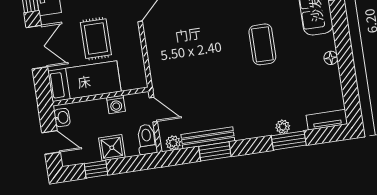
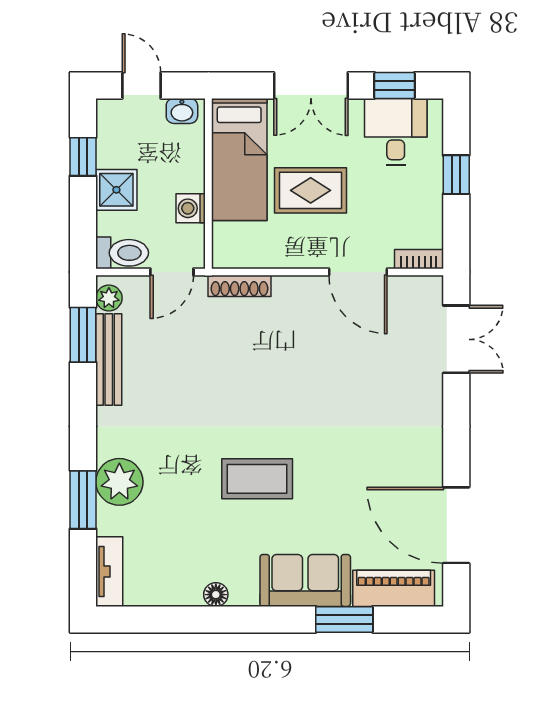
shoe rack: (155, 70) -> (239, 286), added
plant: (283, 127) -> (119, 482), width x1.87, depth x1.87
door: (51, 142) -> (141, 85), swing flipped
window: (215, 151) -> (83, 335), moved

